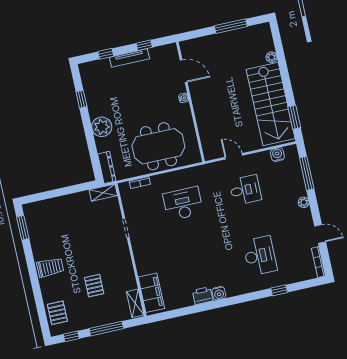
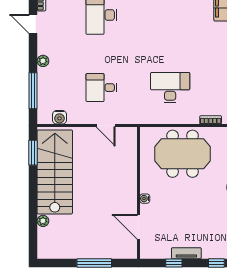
window: (231, 26) -> (94, 263), moved
tv unit: (129, 58) -> (186, 253), width x0.71
desk: (183, 204) -> (170, 88), turned 180

